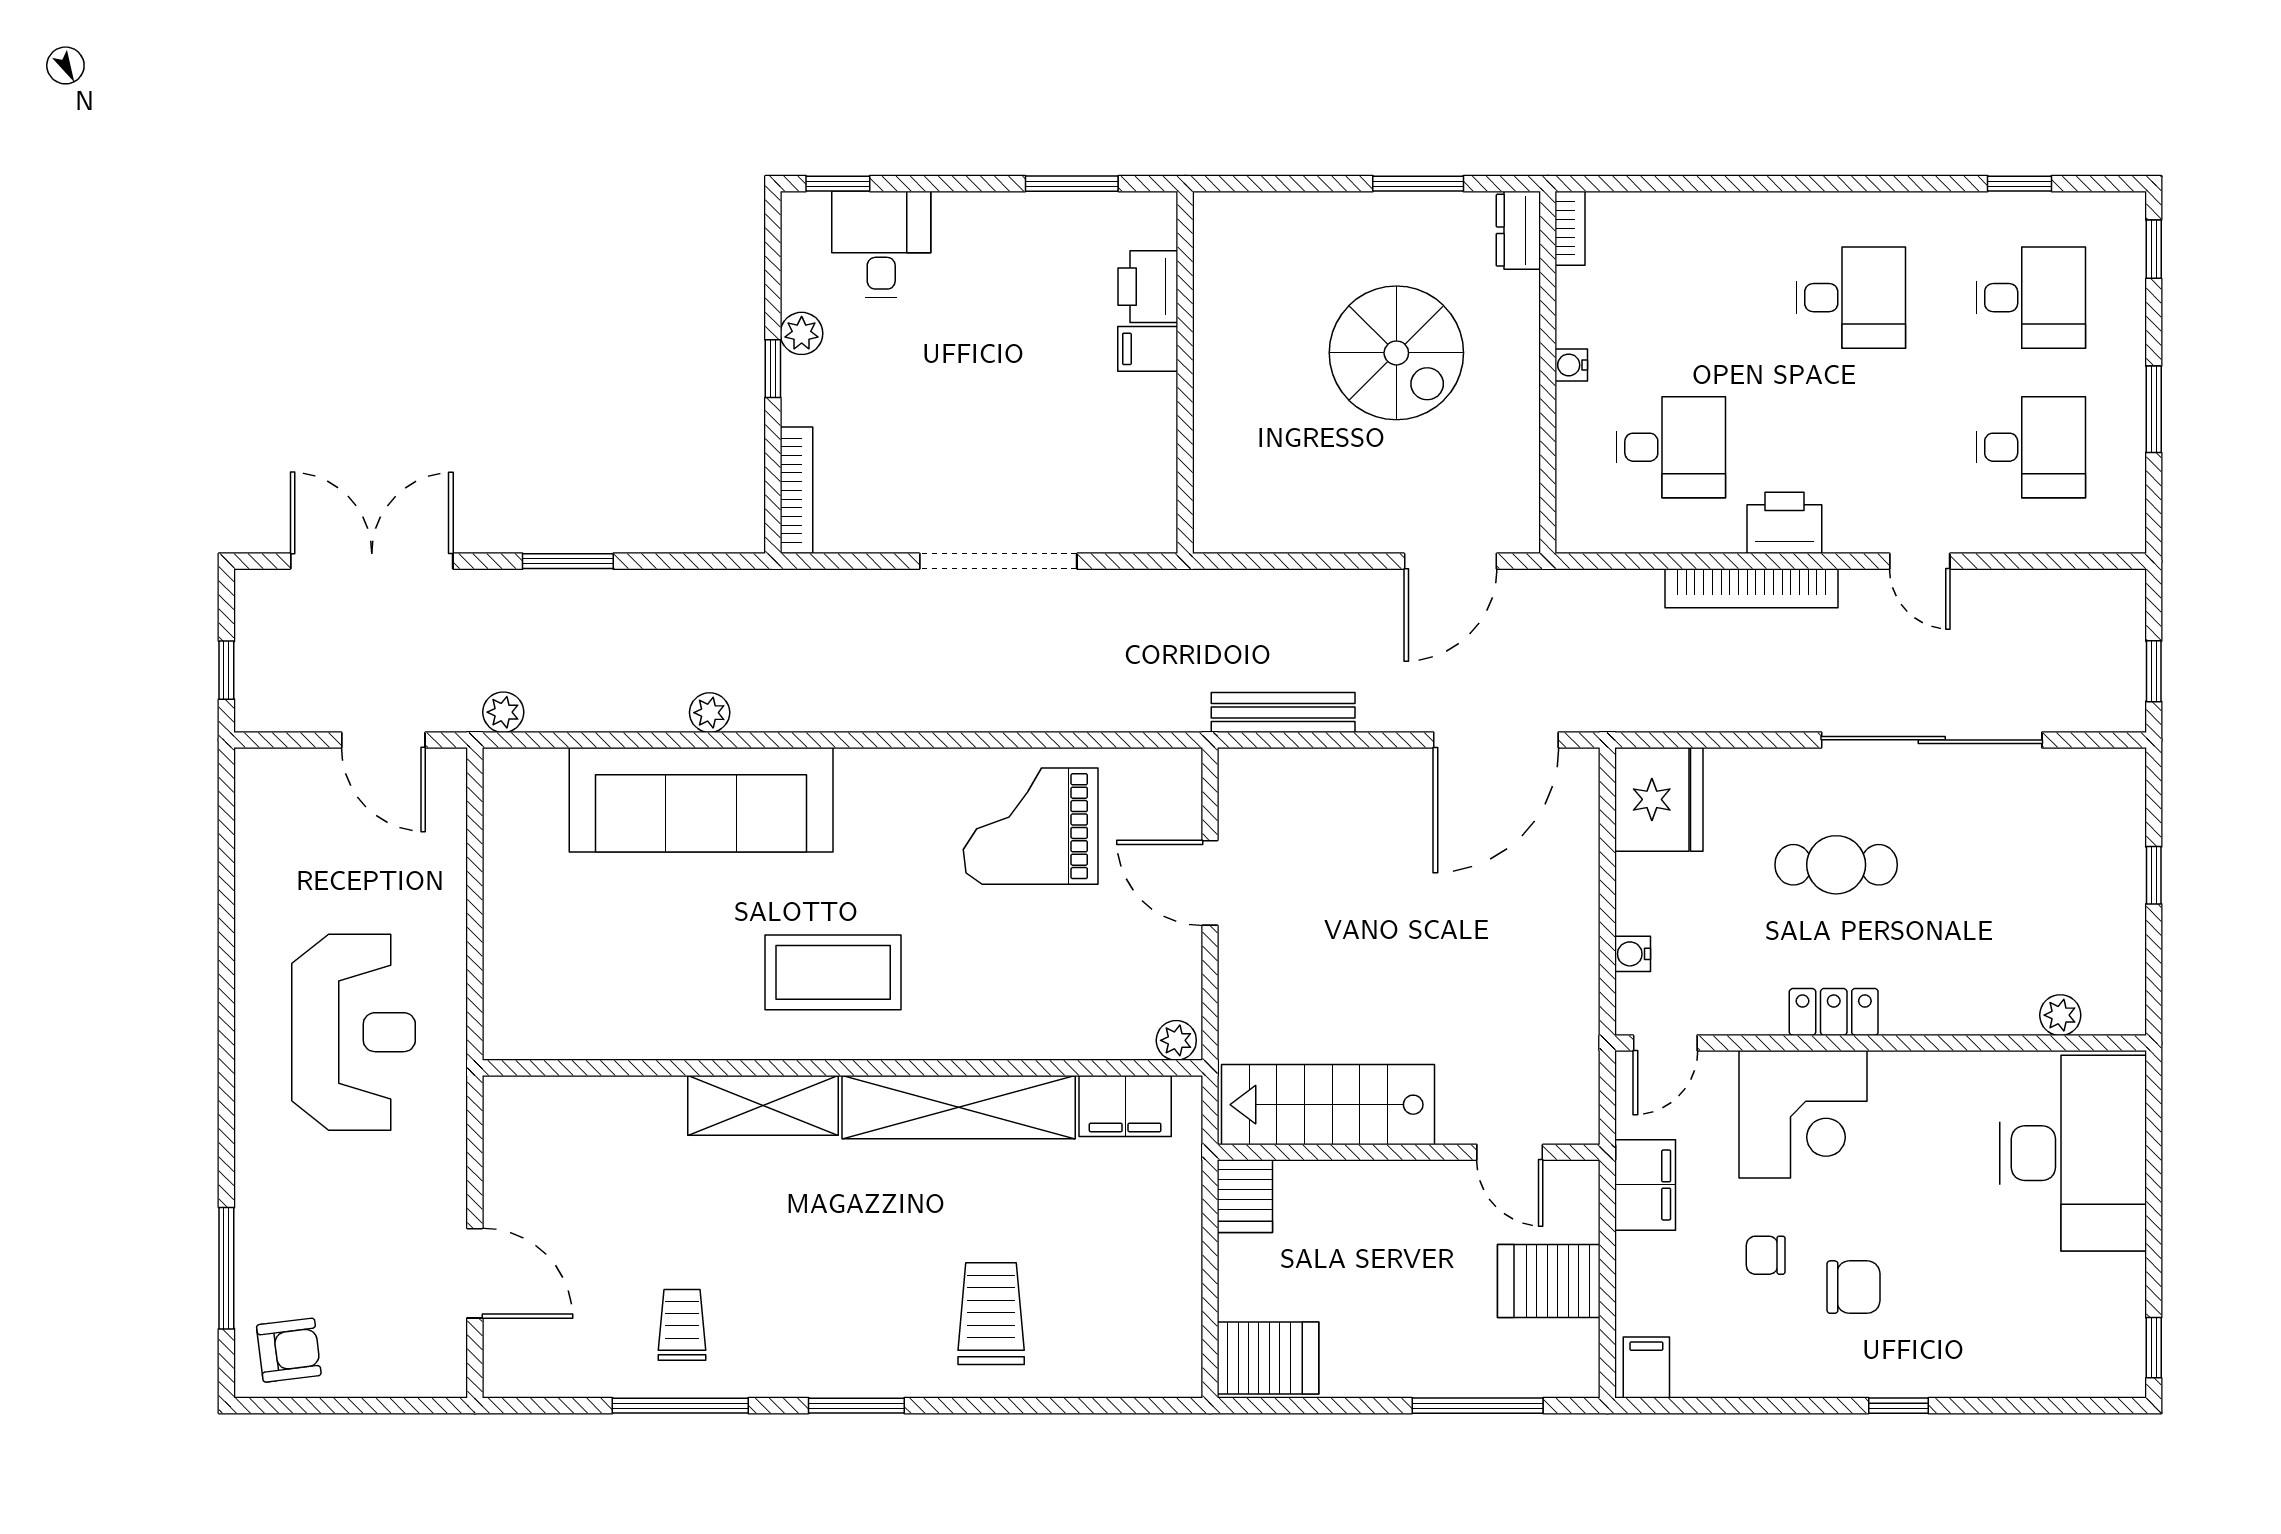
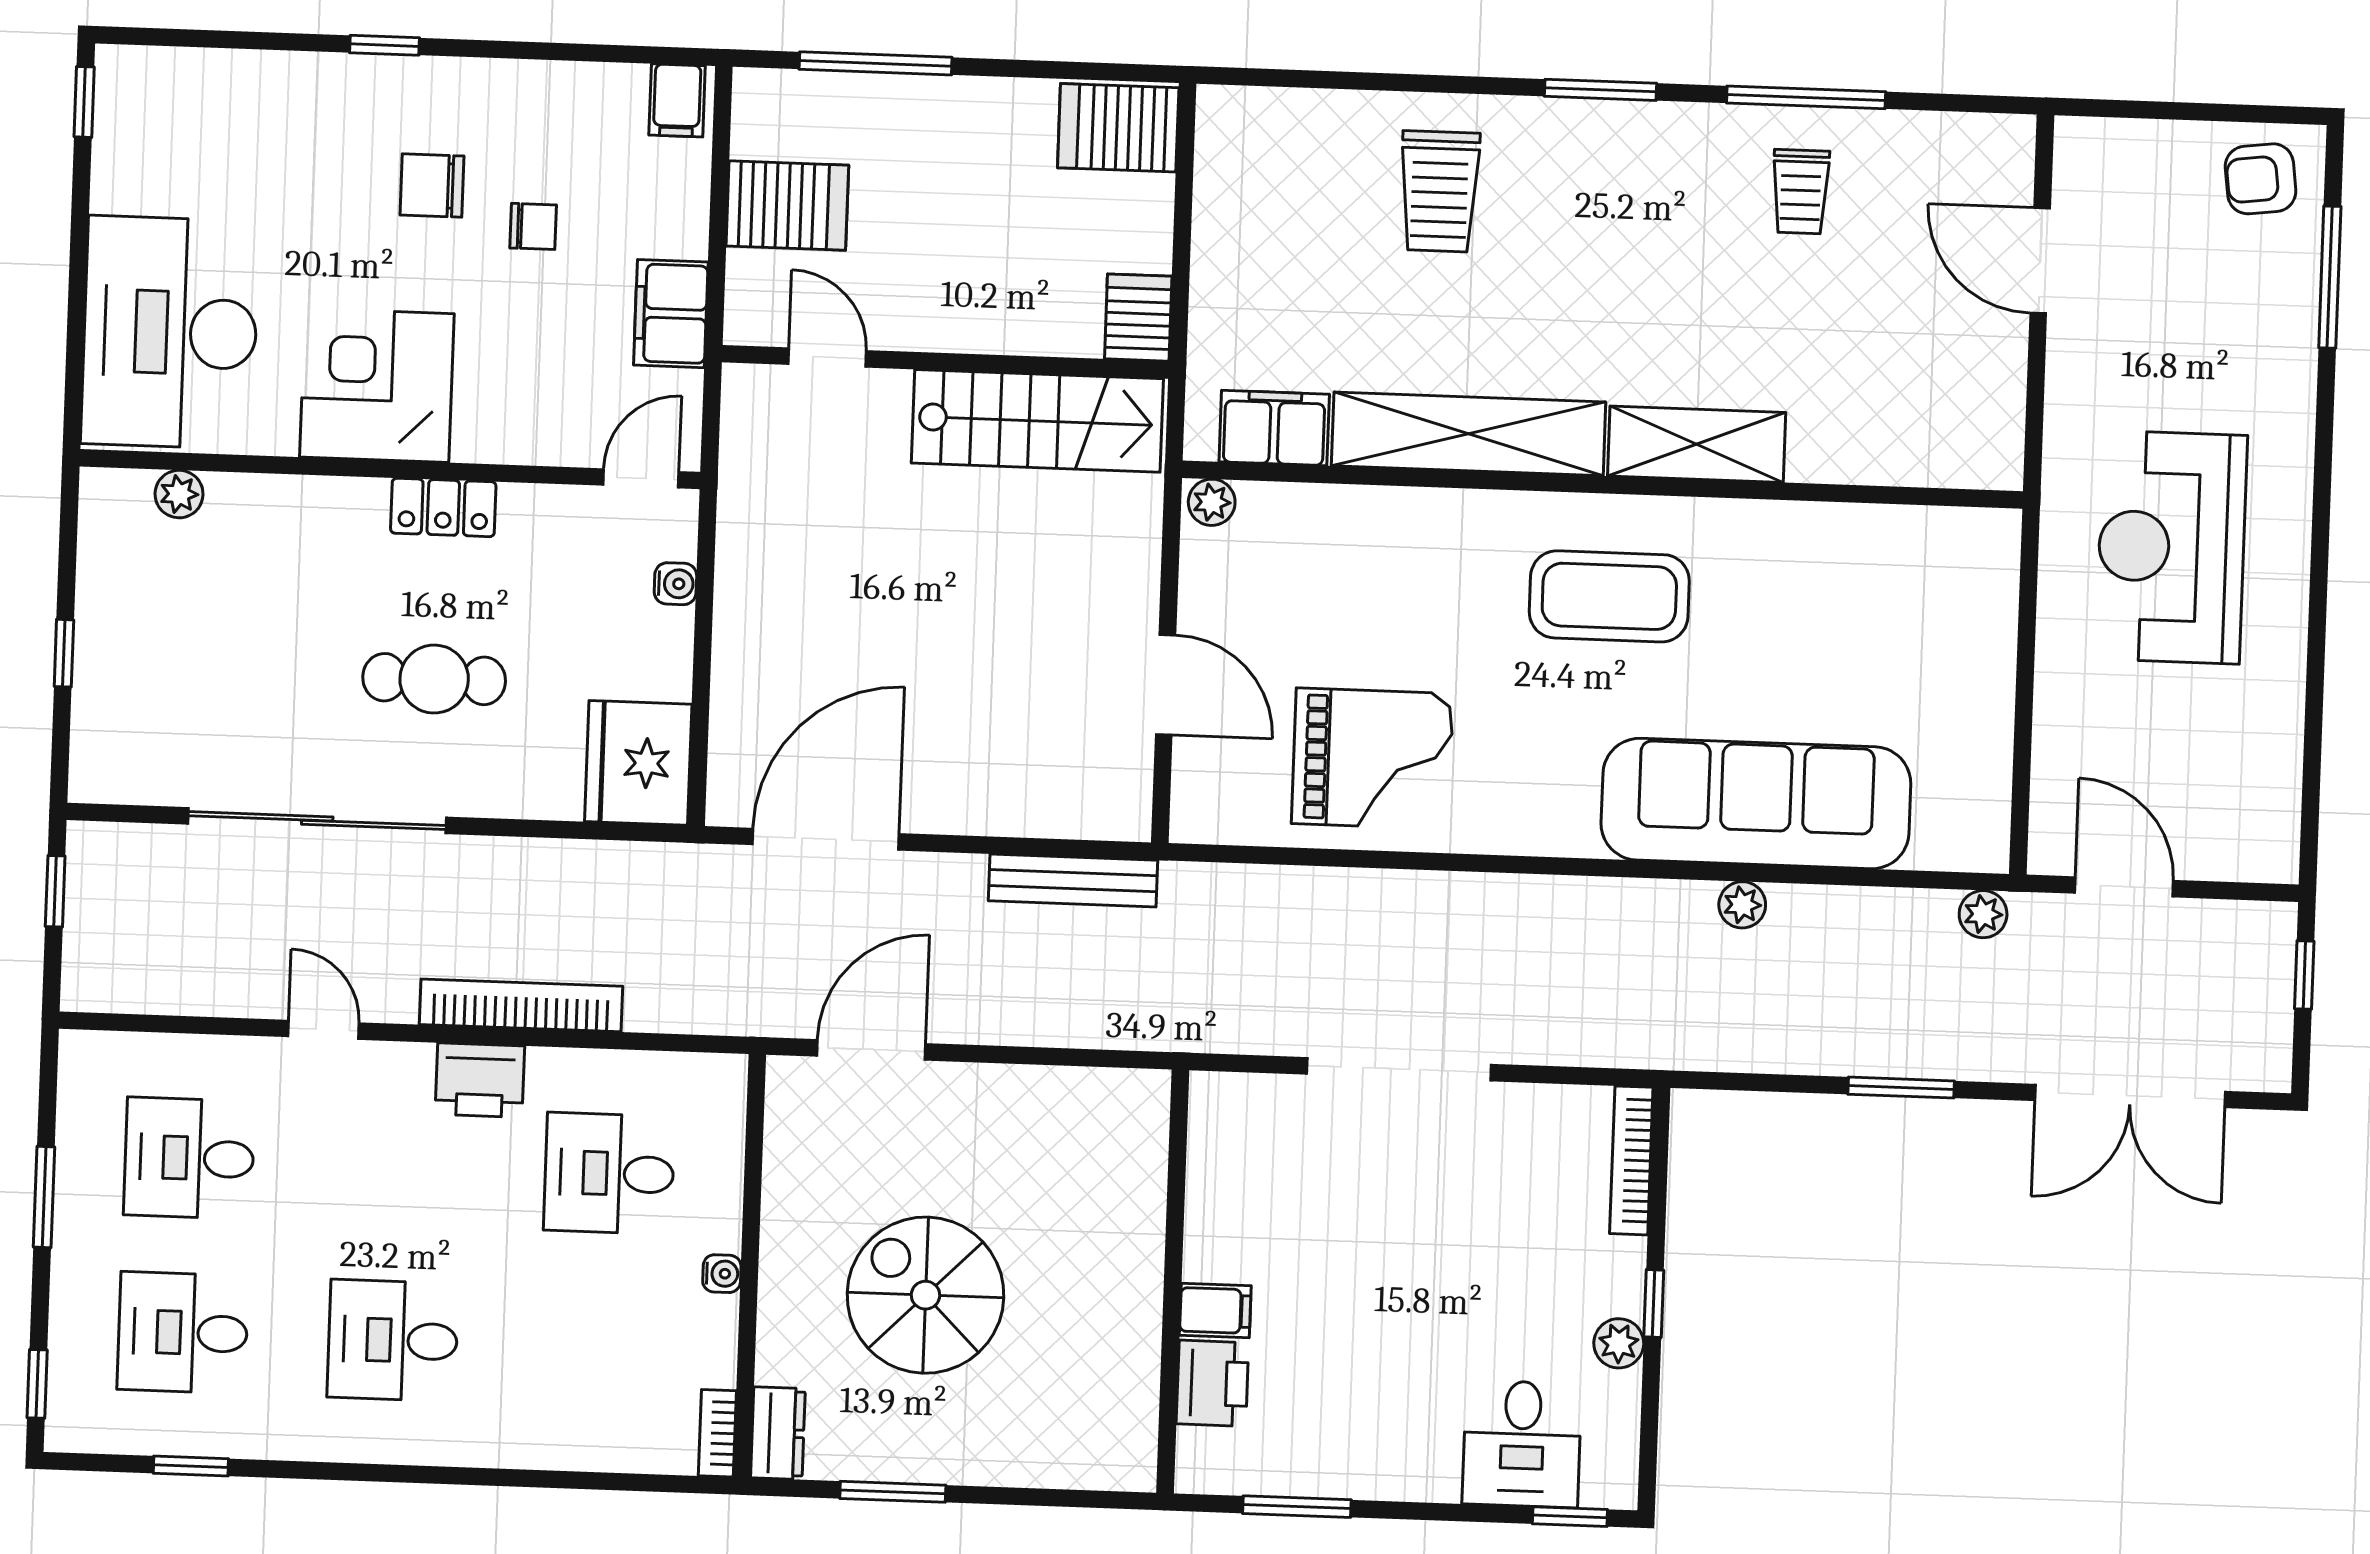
corner desk: (1803, 1114) -> (377, 385), moved

